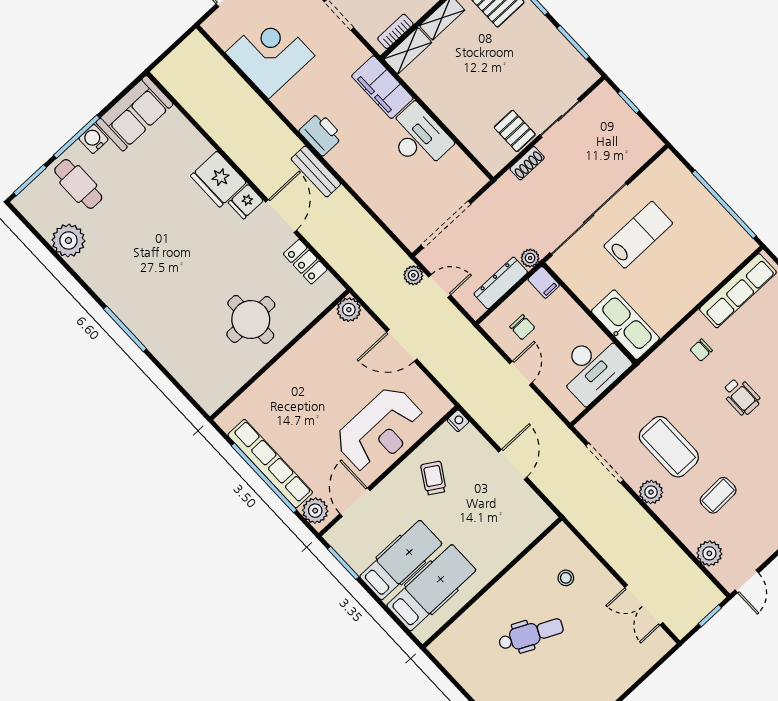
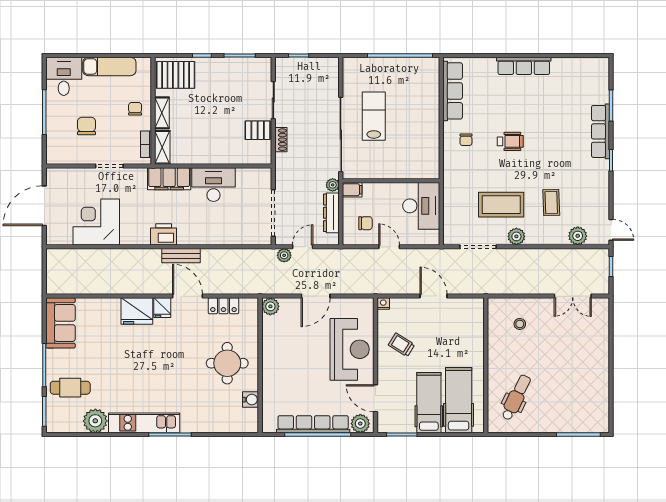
water cooler: (93, 139) -> (251, 400), moved, turned 180
kitchen unit: (112, 292) -> (144, 423), added
kitchen sink: (625, 325) -> (415, 167), removed
dental chair: (531, 634) -> (516, 397), moved

